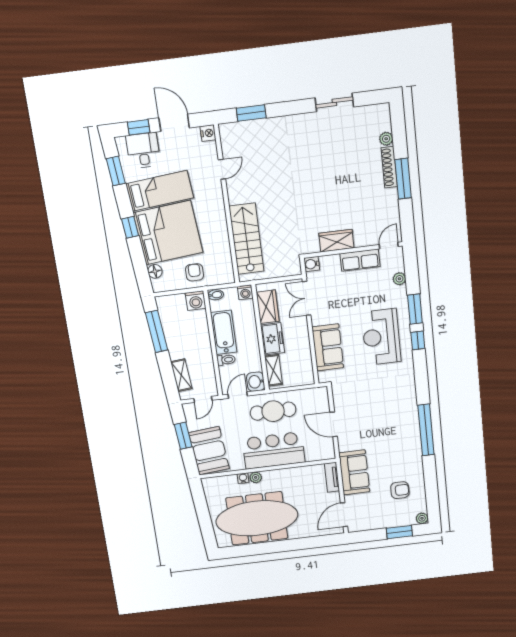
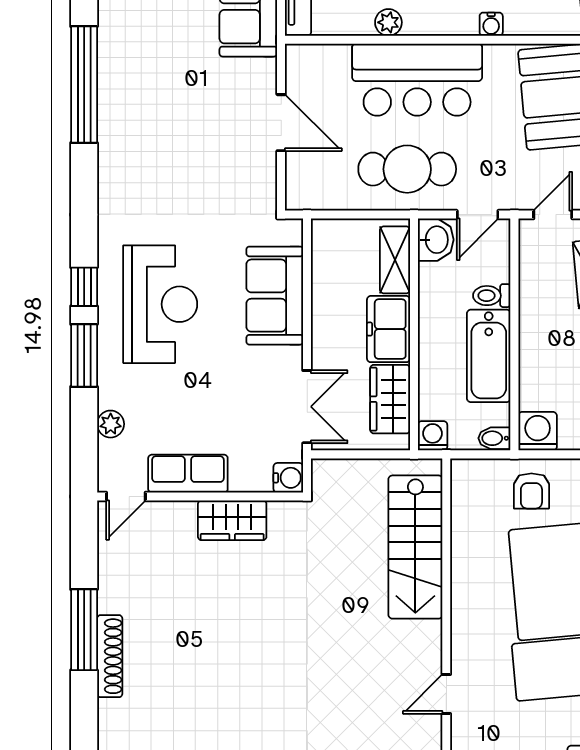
plant: (386, 139) -> (111, 713), removed
plant: (256, 477) -> (388, 22), moved

